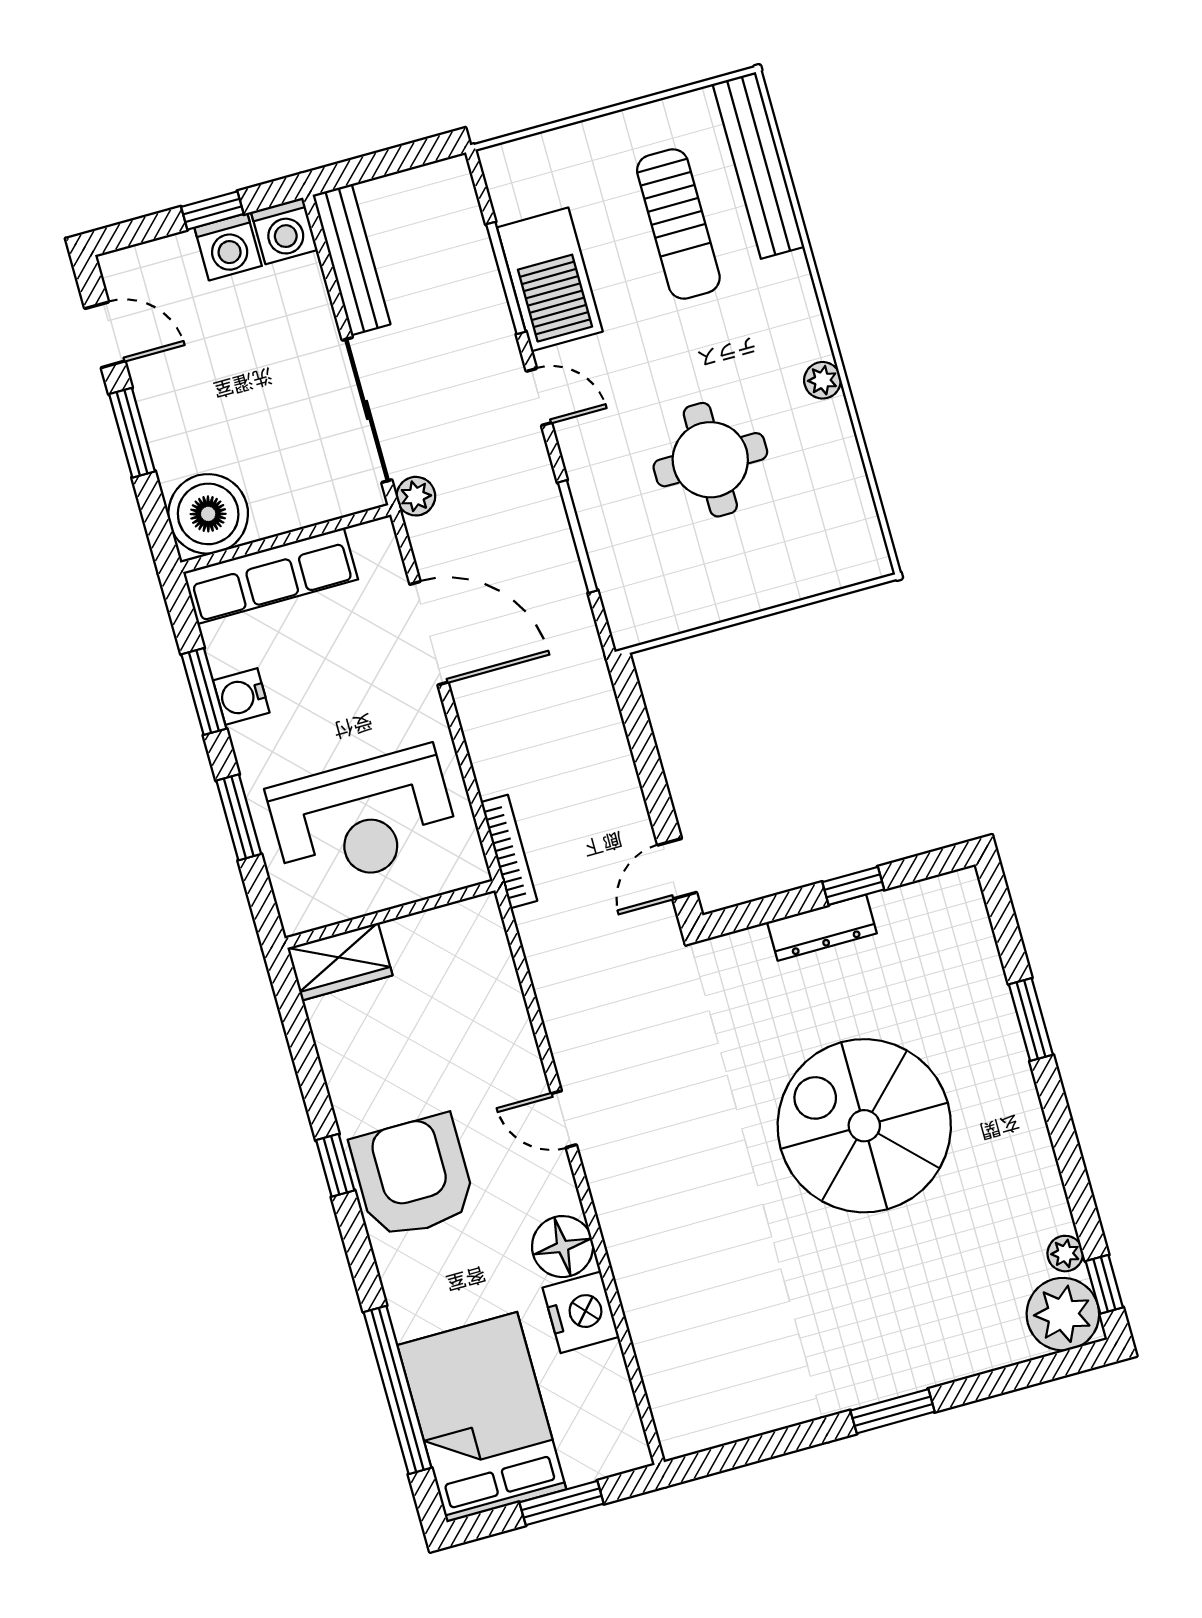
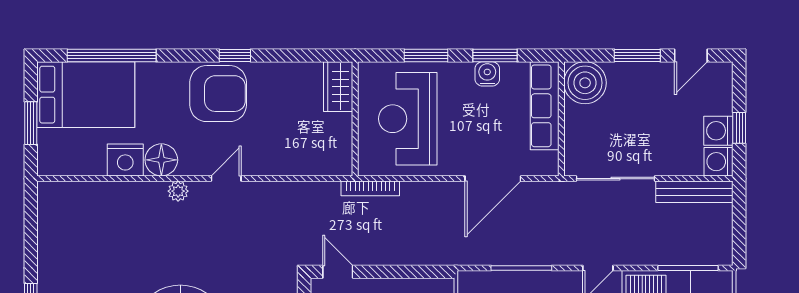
window: (506, 278) -> (688, 268), moved
plant: (416, 496) -> (178, 191), moved

